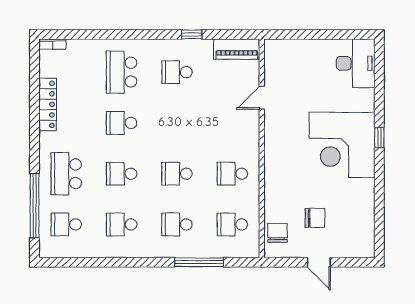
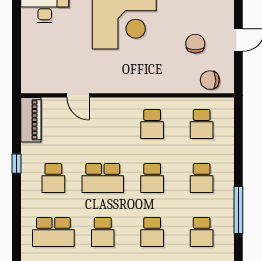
school desk: (177, 123) -> (103, 178), added
window: (199, 262) -> (238, 210), moved

